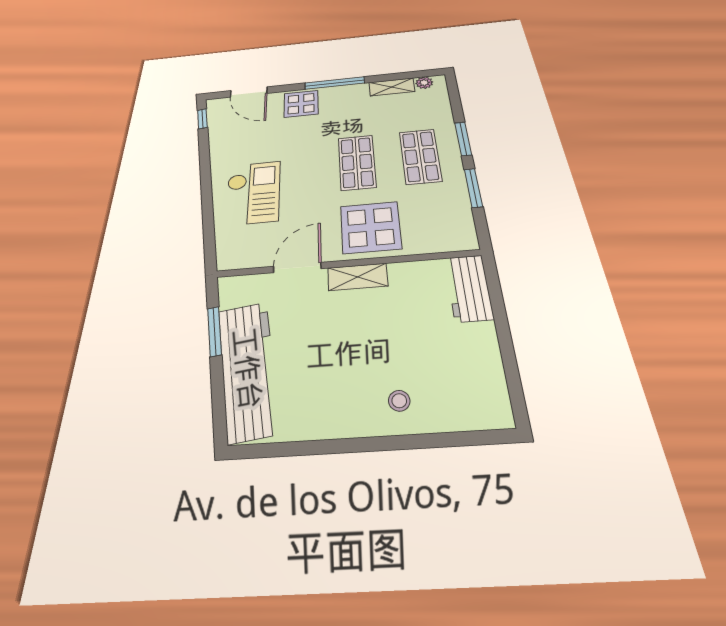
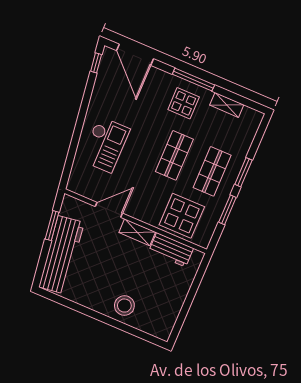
plant: (424, 83) -> (248, 113), removed
door: (249, 92) -> (135, 55), width x1.36
display table: (301, 104) -> (184, 103), moved
display table: (370, 227) -> (182, 216), moved
workbench: (469, 288) -> (171, 250), moved, turned -90
stool: (399, 401) -> (124, 306), width x1.89, depth x1.89

